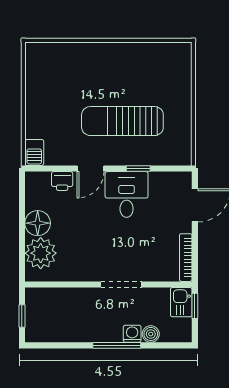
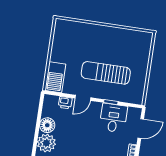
barbecue: (34, 152) -> (55, 77), width x1.88, depth x1.53
desk: (127, 194) -> (113, 118), moved

